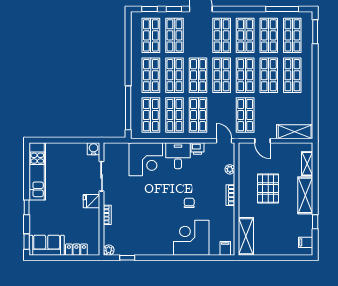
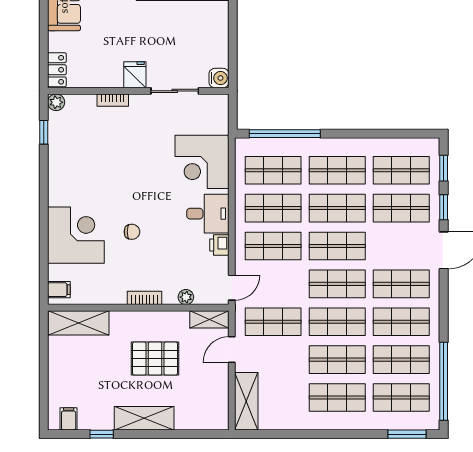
window: (282, 9) -> (444, 381), width x1.46
shelving: (307, 164) -> (209, 319), moved
locker: (76, 250) -> (57, 70), moved

